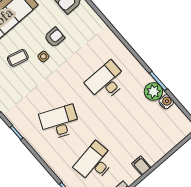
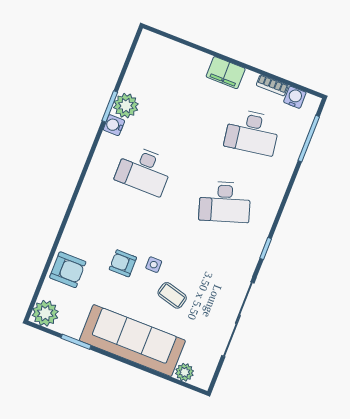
water cooler: (166, 102) -> (114, 125), moved
desk: (60, 122) -> (225, 202), turned -42
filing cabinet: (141, 166) -> (226, 73), width x2.00

